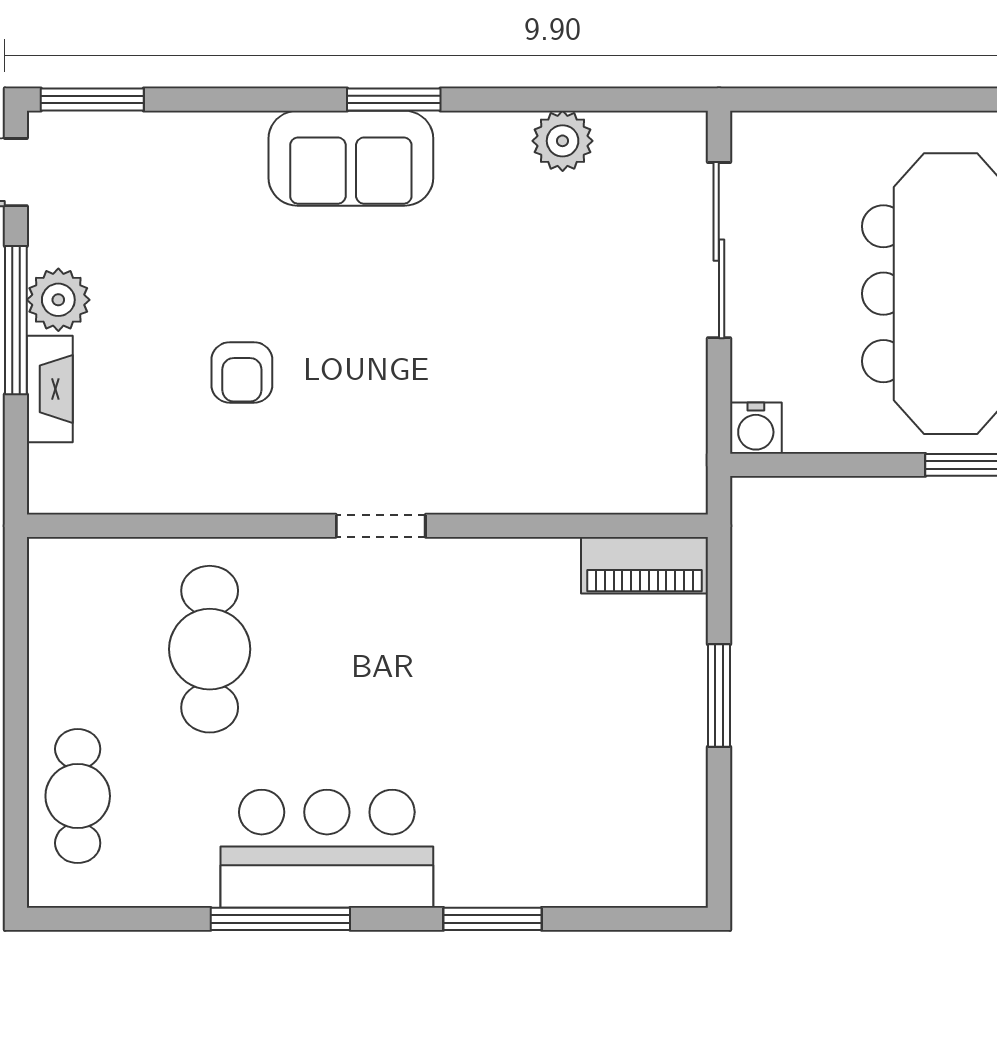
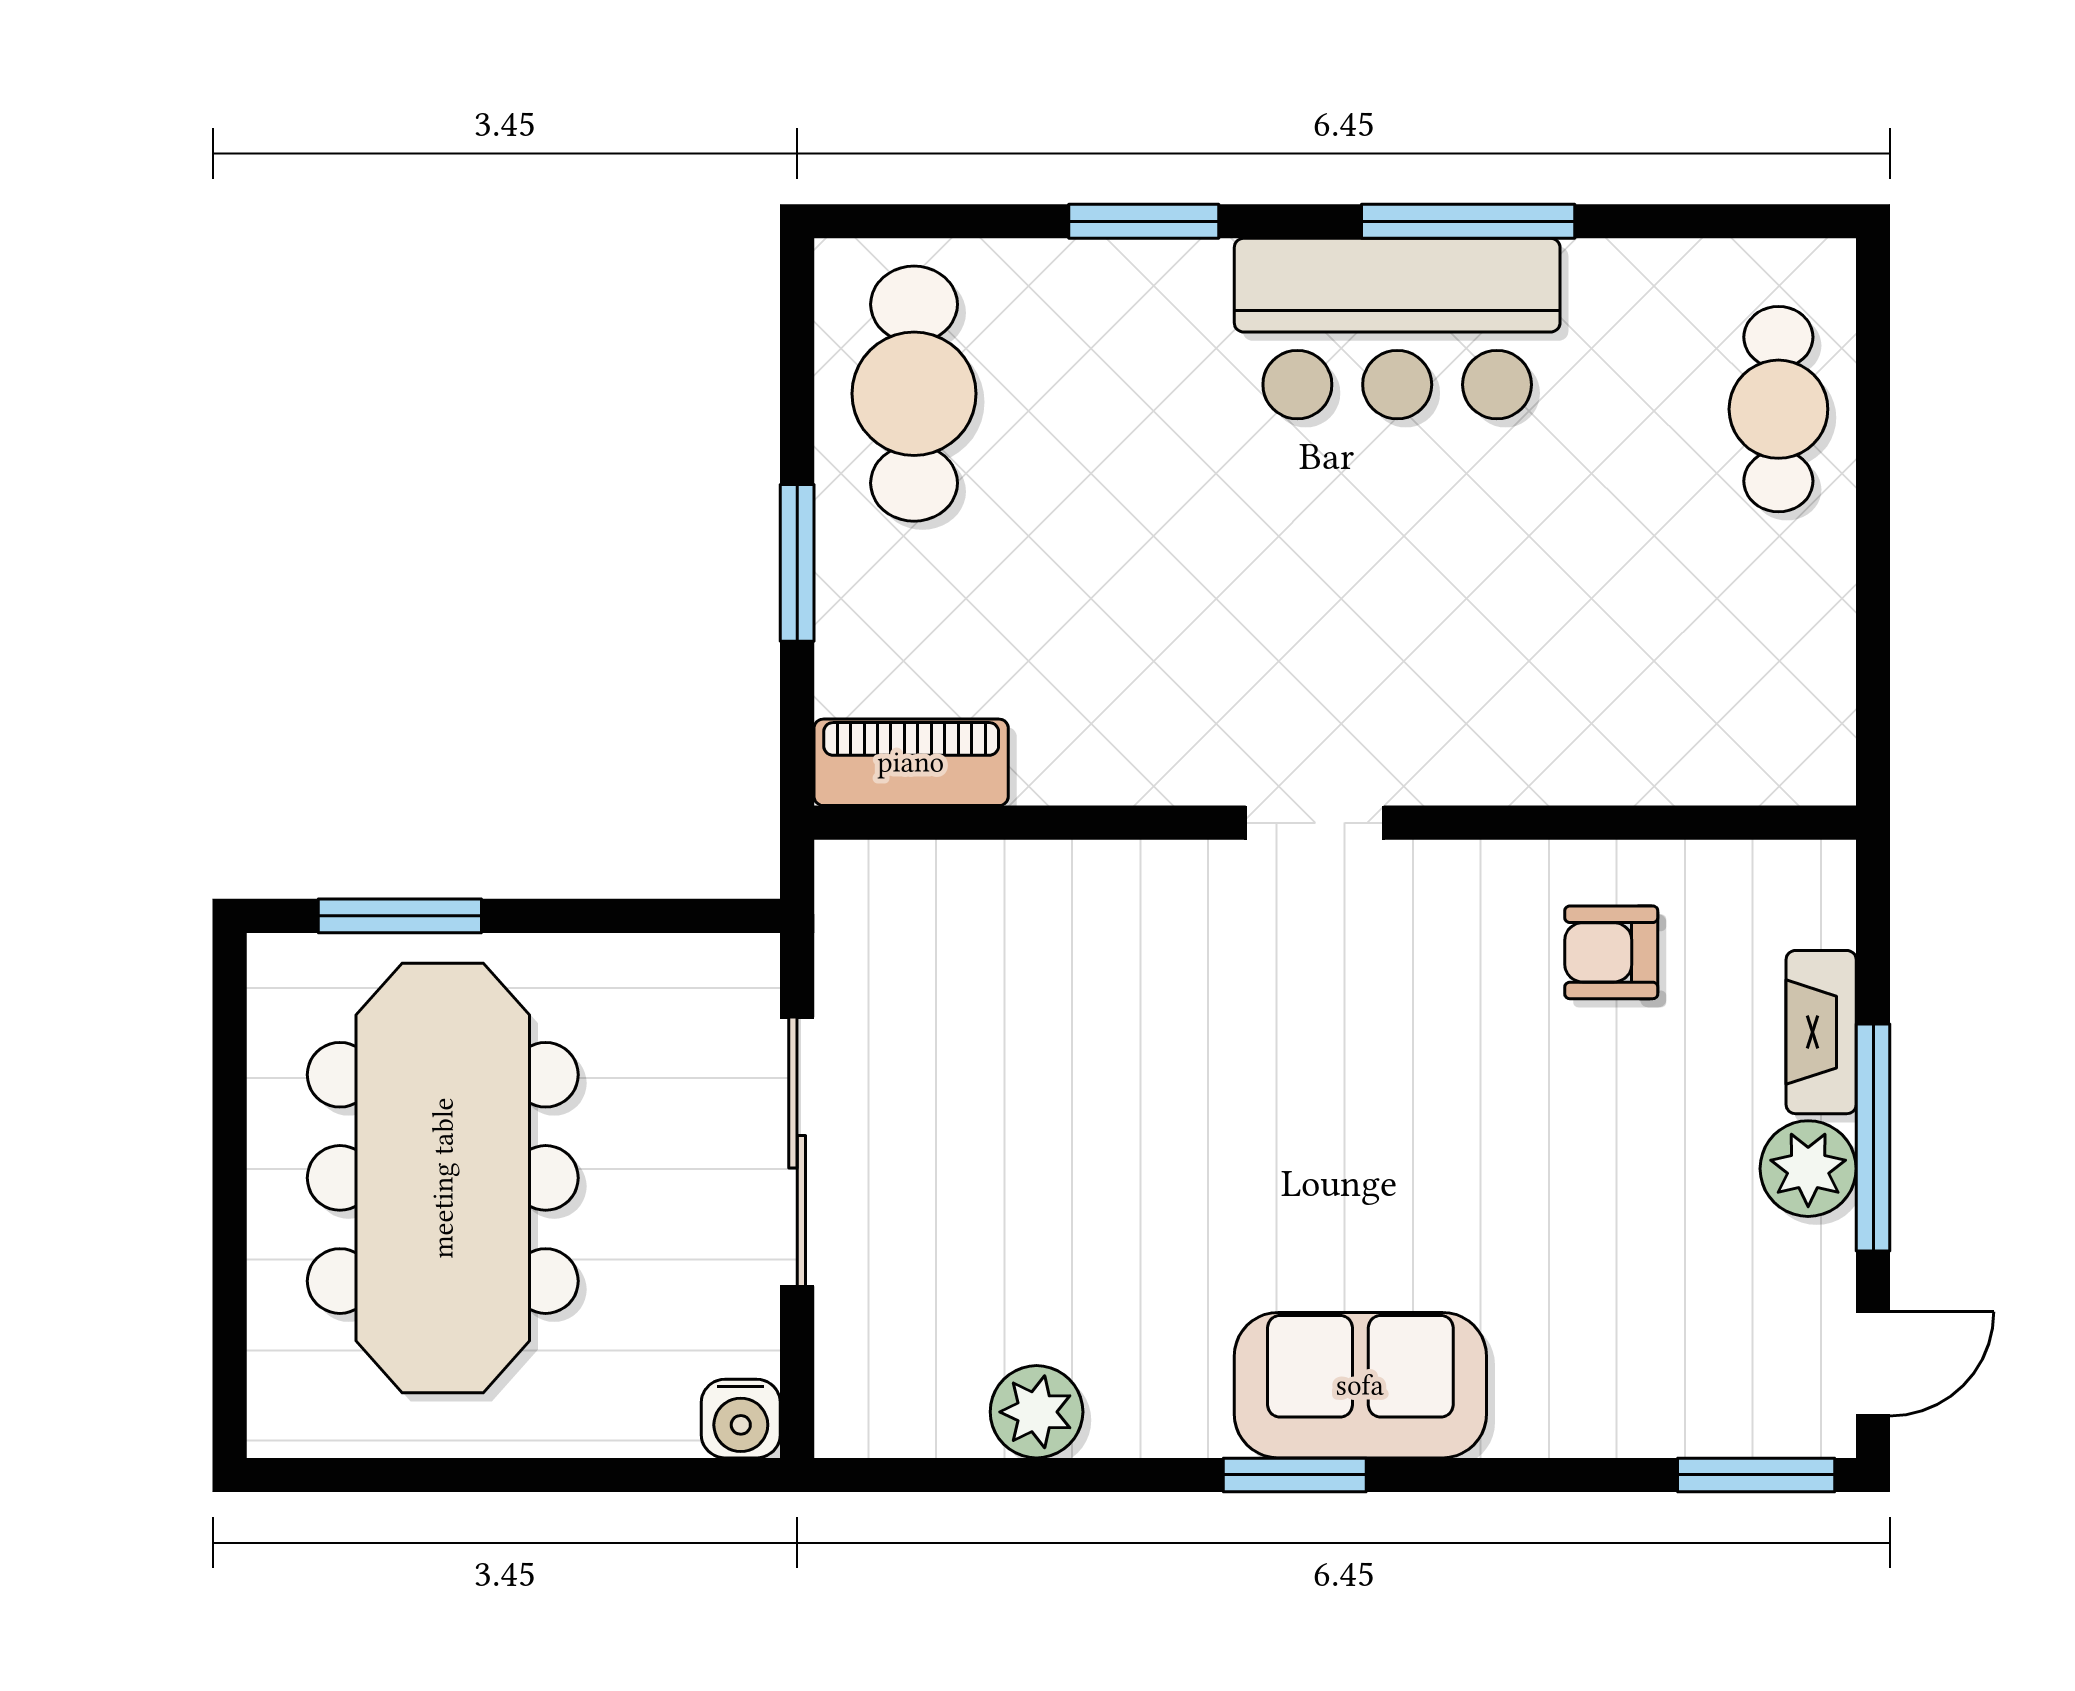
sliding door: (719, 250) -> (797, 1152), moved
armchair: (242, 372) -> (1611, 952), moved, turned -90
water cooler: (756, 428) -> (741, 1419), moved, turned 180
cafe table: (210, 649) -> (914, 394), moved

